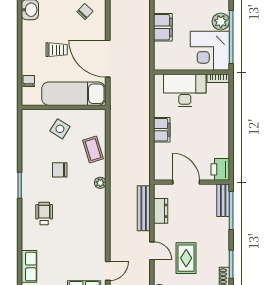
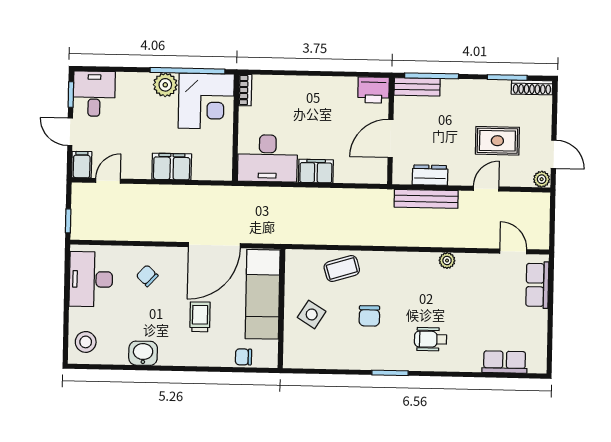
desk: (185, 90) -> (267, 158), moved, turned -90
plant: (100, 183) -> (447, 260), moved

